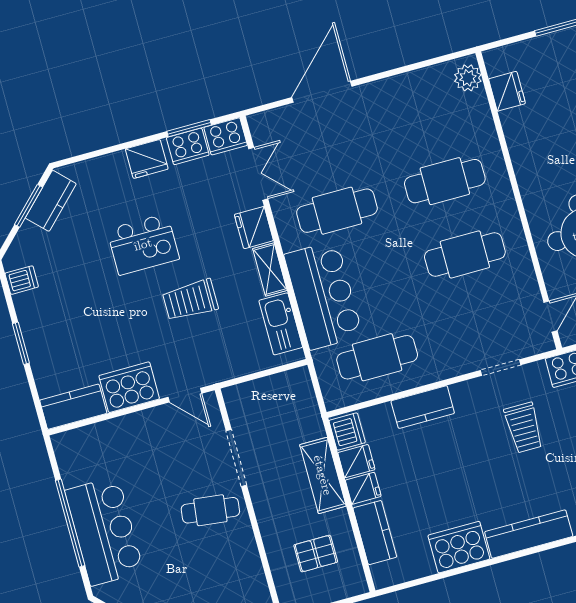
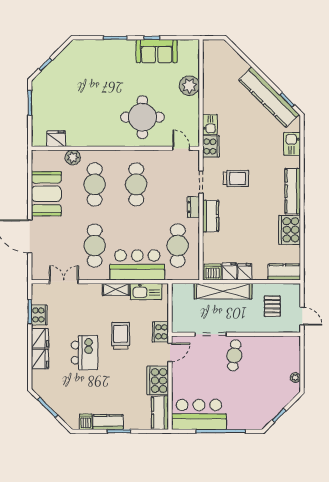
plant: (468, 78) -> (73, 157), moved
booth: (405, 100) -> (46, 194), added
cooker: (226, 136) -> (160, 332), moved, turned 180
kitchen counter: (51, 201) -> (108, 422), moved, turned -45
fridge: (254, 228) -> (40, 359), moved, turned -90
trolley: (190, 300) -> (121, 336), turned 180
dresser: (453, 366) -> (193, 207), added
kitchen counter: (423, 407) -> (211, 216), moved
shelving: (323, 475) -> (223, 291), width x1.47
bar counter: (104, 531) -> (199, 414), moved
kitchen counter: (375, 533) -> (284, 272), moved

